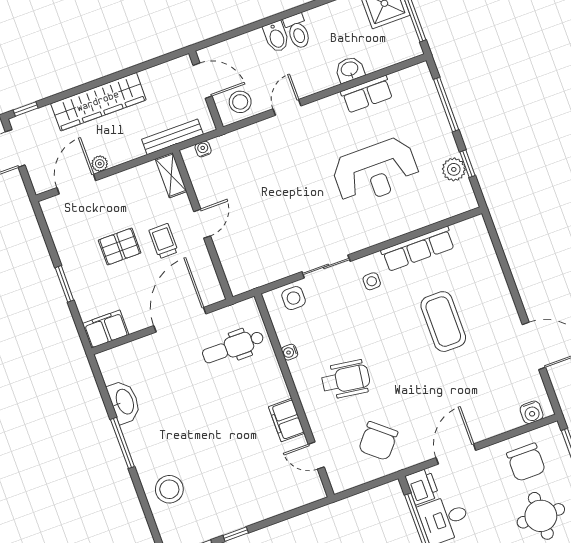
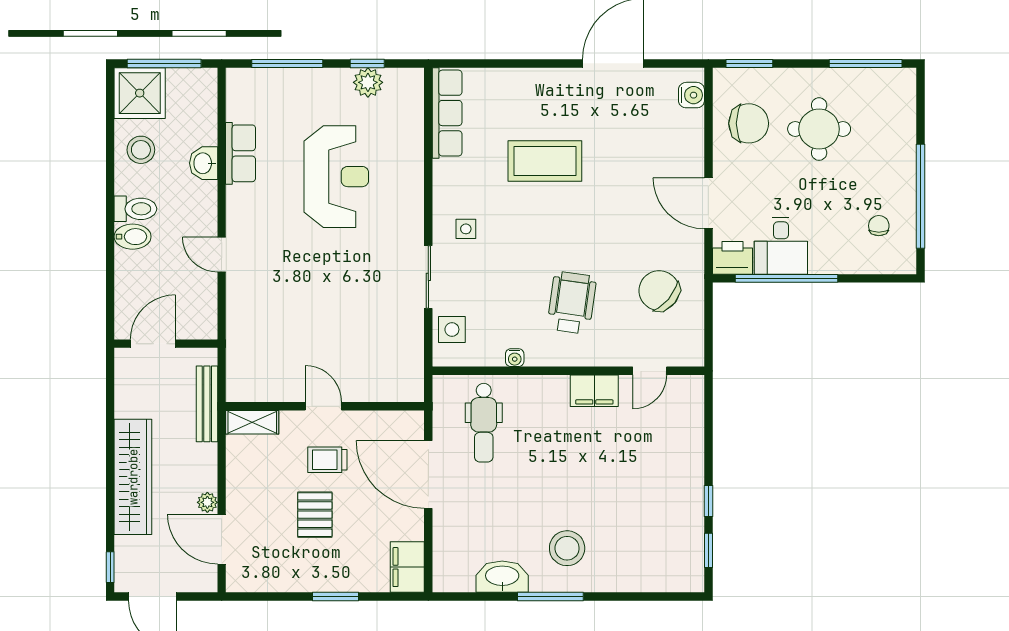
stool: (240, 102) -> (141, 150), moved
water cooler: (203, 149) -> (235, 373), removed
row of seats: (418, 249) -> (447, 113), moved
chair: (378, 441) -> (659, 291), turned 180
stool: (169, 489) -> (567, 548), moved

